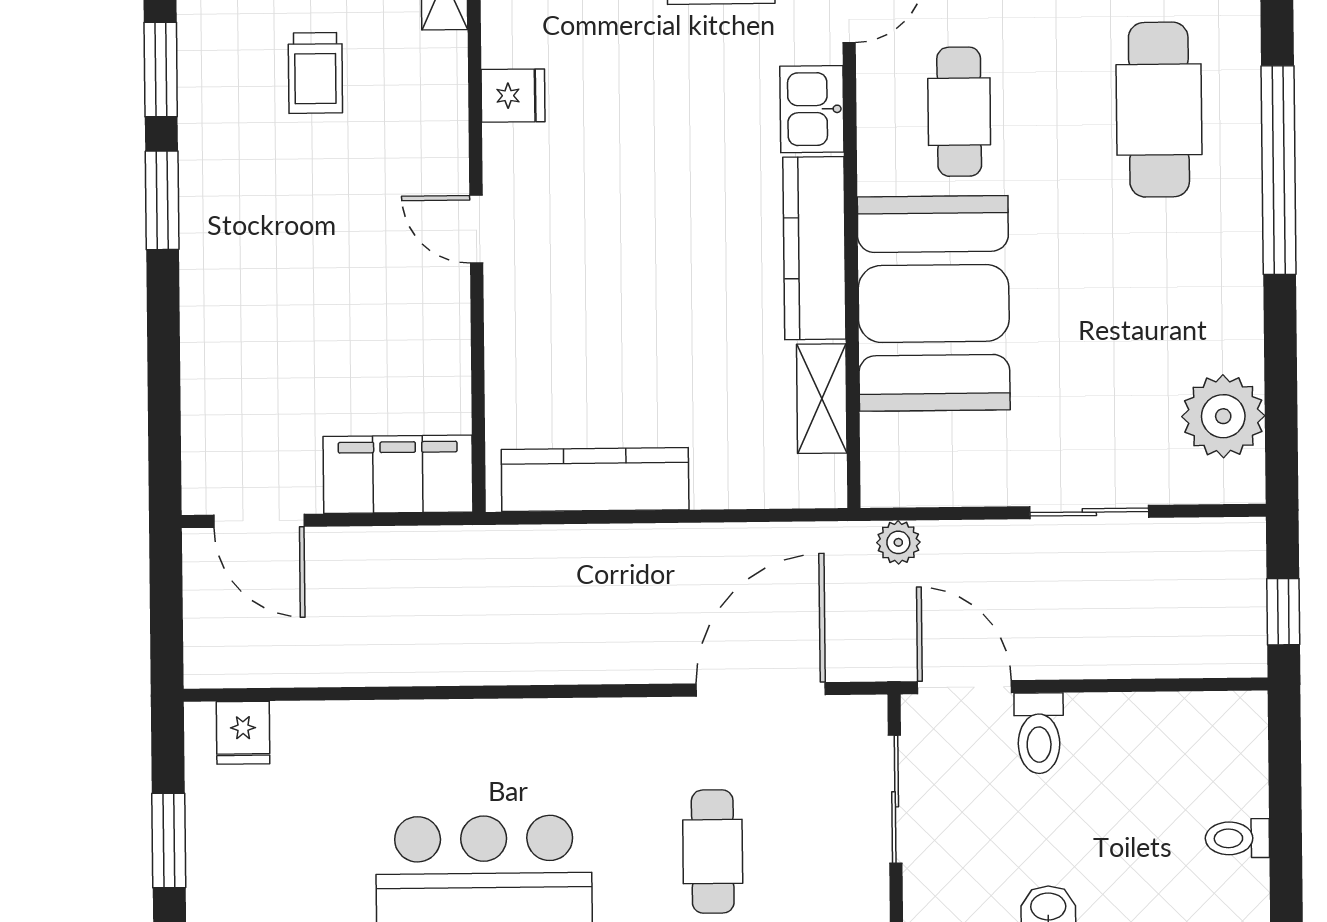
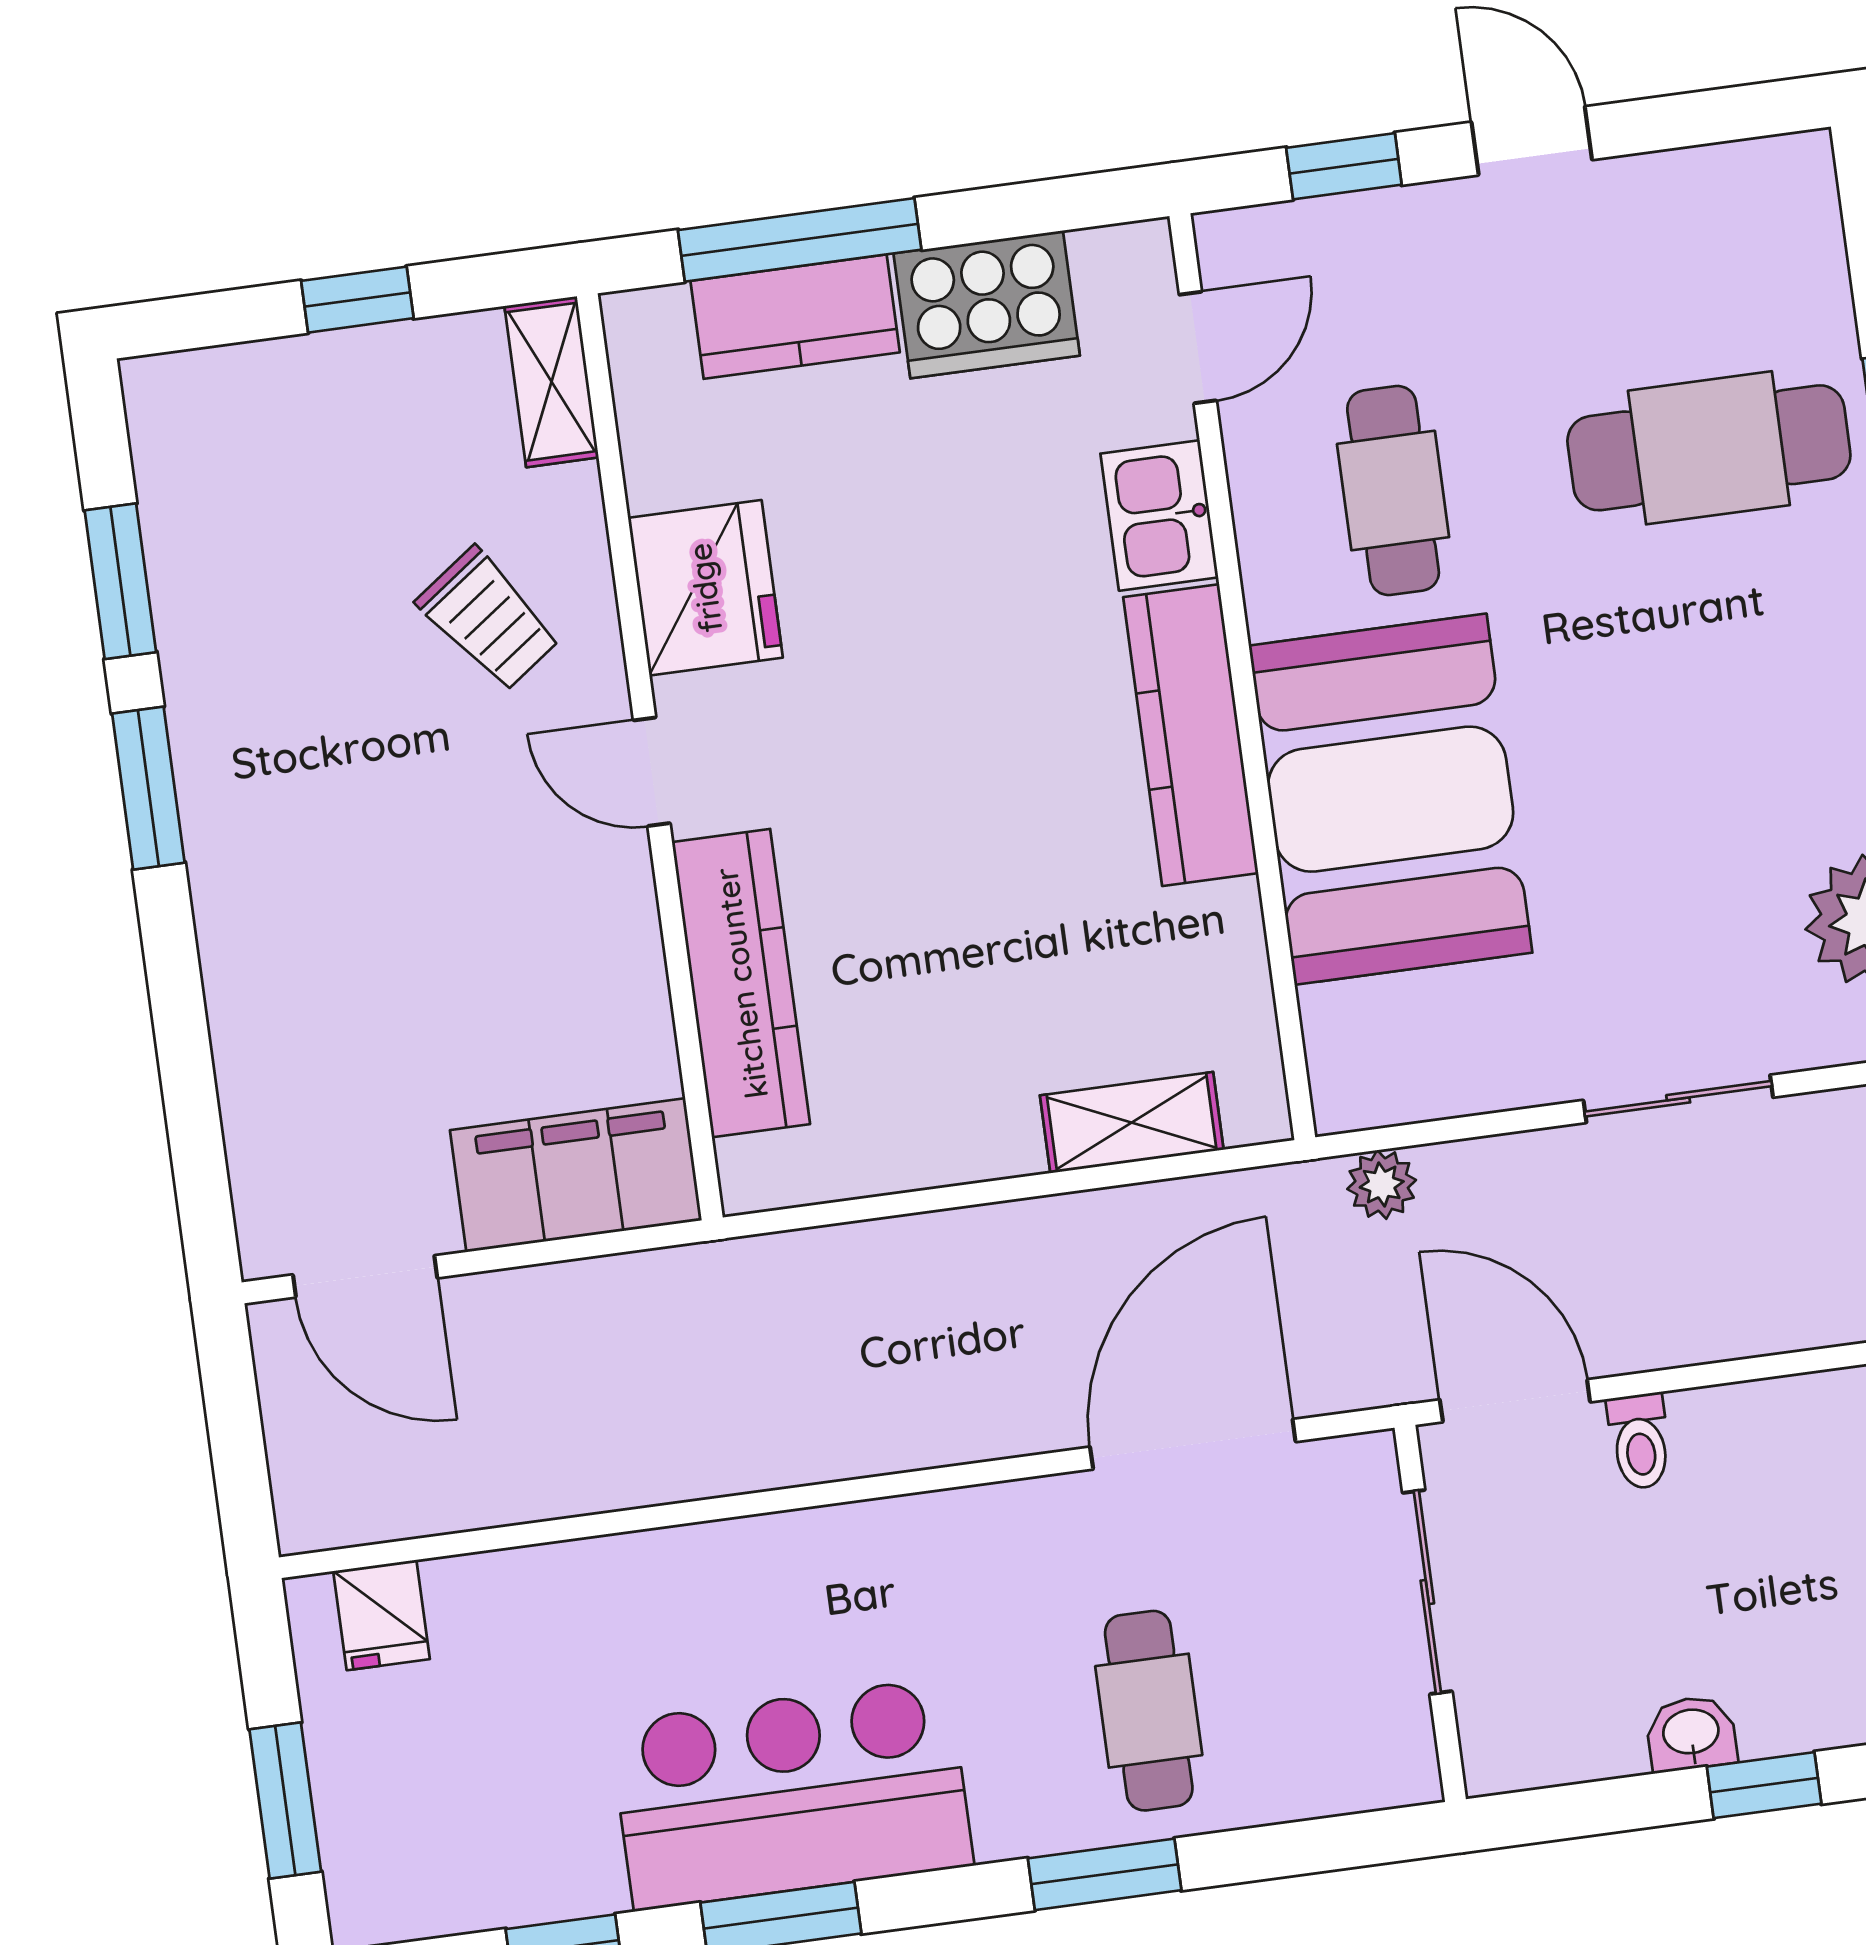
trolley: (315, 73) -> (489, 619), moved, turned -36
fridge: (513, 96) -> (705, 588), width x1.88, depth x1.34
cafe table: (1159, 110) -> (1709, 448), turned 90
shelving: (822, 399) -> (1132, 1123), moved, turned 90
kitchen counter: (595, 480) -> (741, 983), moved, turned 90
toilet: (1039, 733) -> (1640, 1441), width x0.73, depth x0.72

